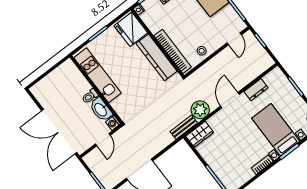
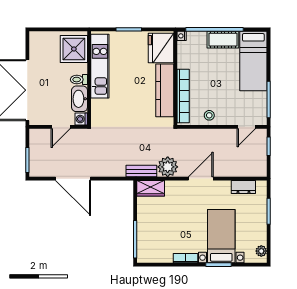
shower: (70, 77) -> (74, 49), added
dresser: (256, 90) -> (243, 187), moved

